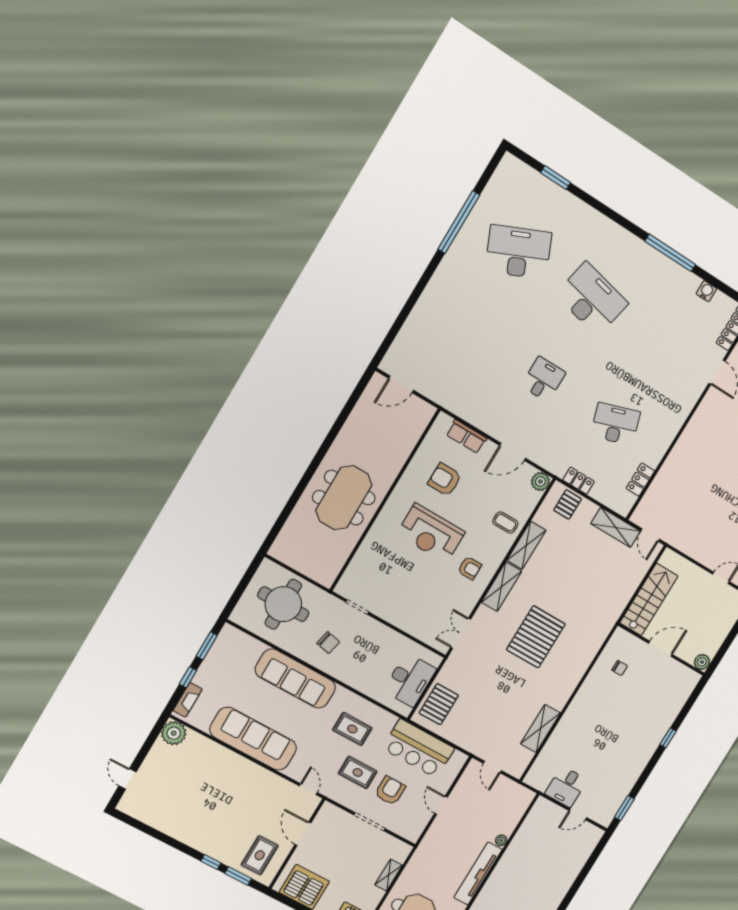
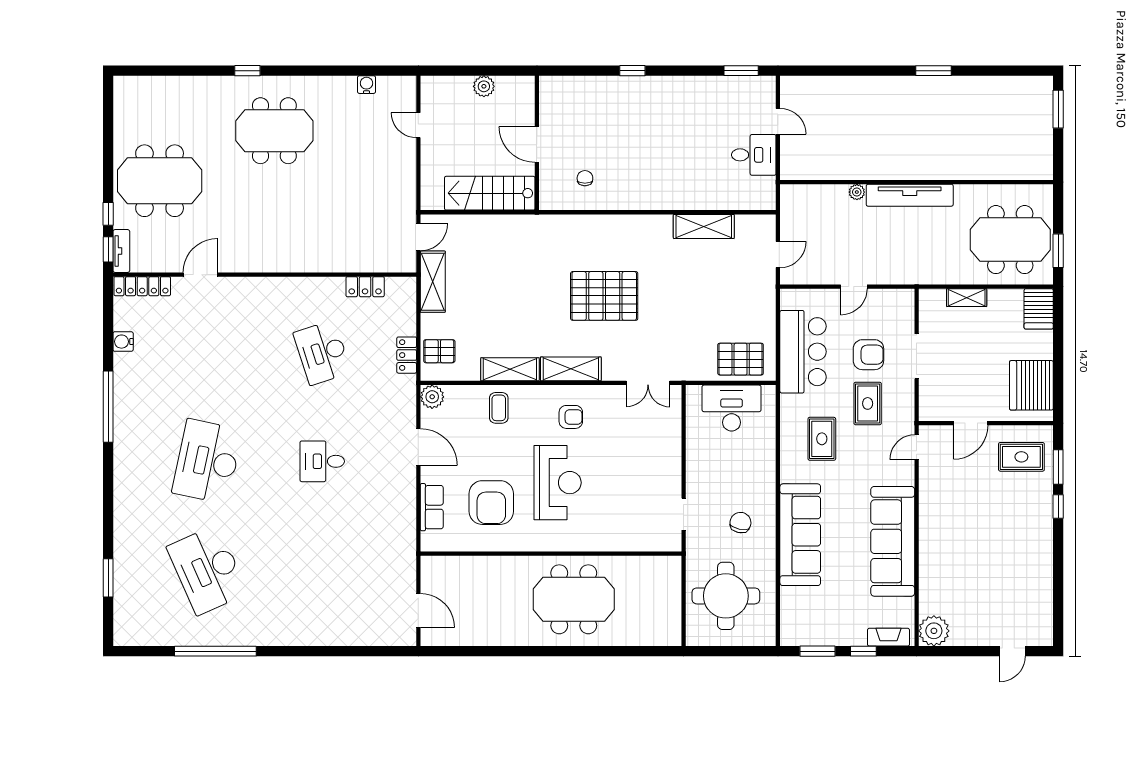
armchair: (445, 480) -> (491, 503), width x1.36, depth x1.36
armchair: (470, 568) -> (571, 417), turned 90
plant: (702, 662) -> (484, 86), moved
armchair: (390, 791) -> (868, 355), turned 180

